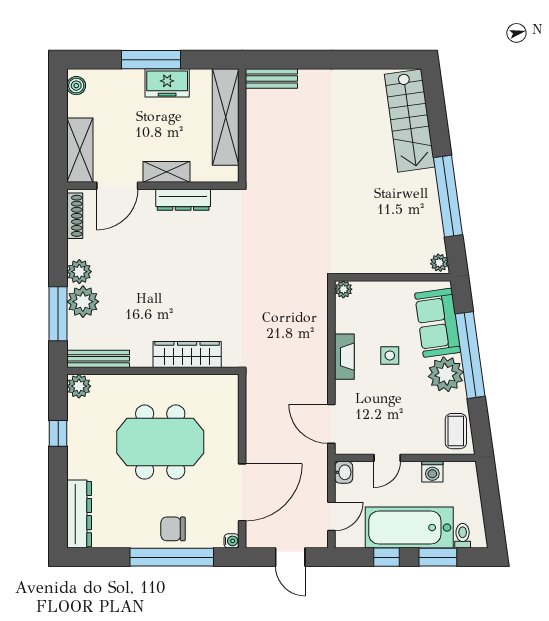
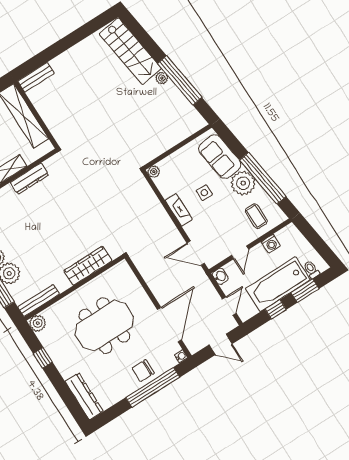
plant: (439, 263) -> (162, 78), moved
window: (470, 355) -> (263, 178), moved
coffee table: (456, 431) -> (256, 216), moved

